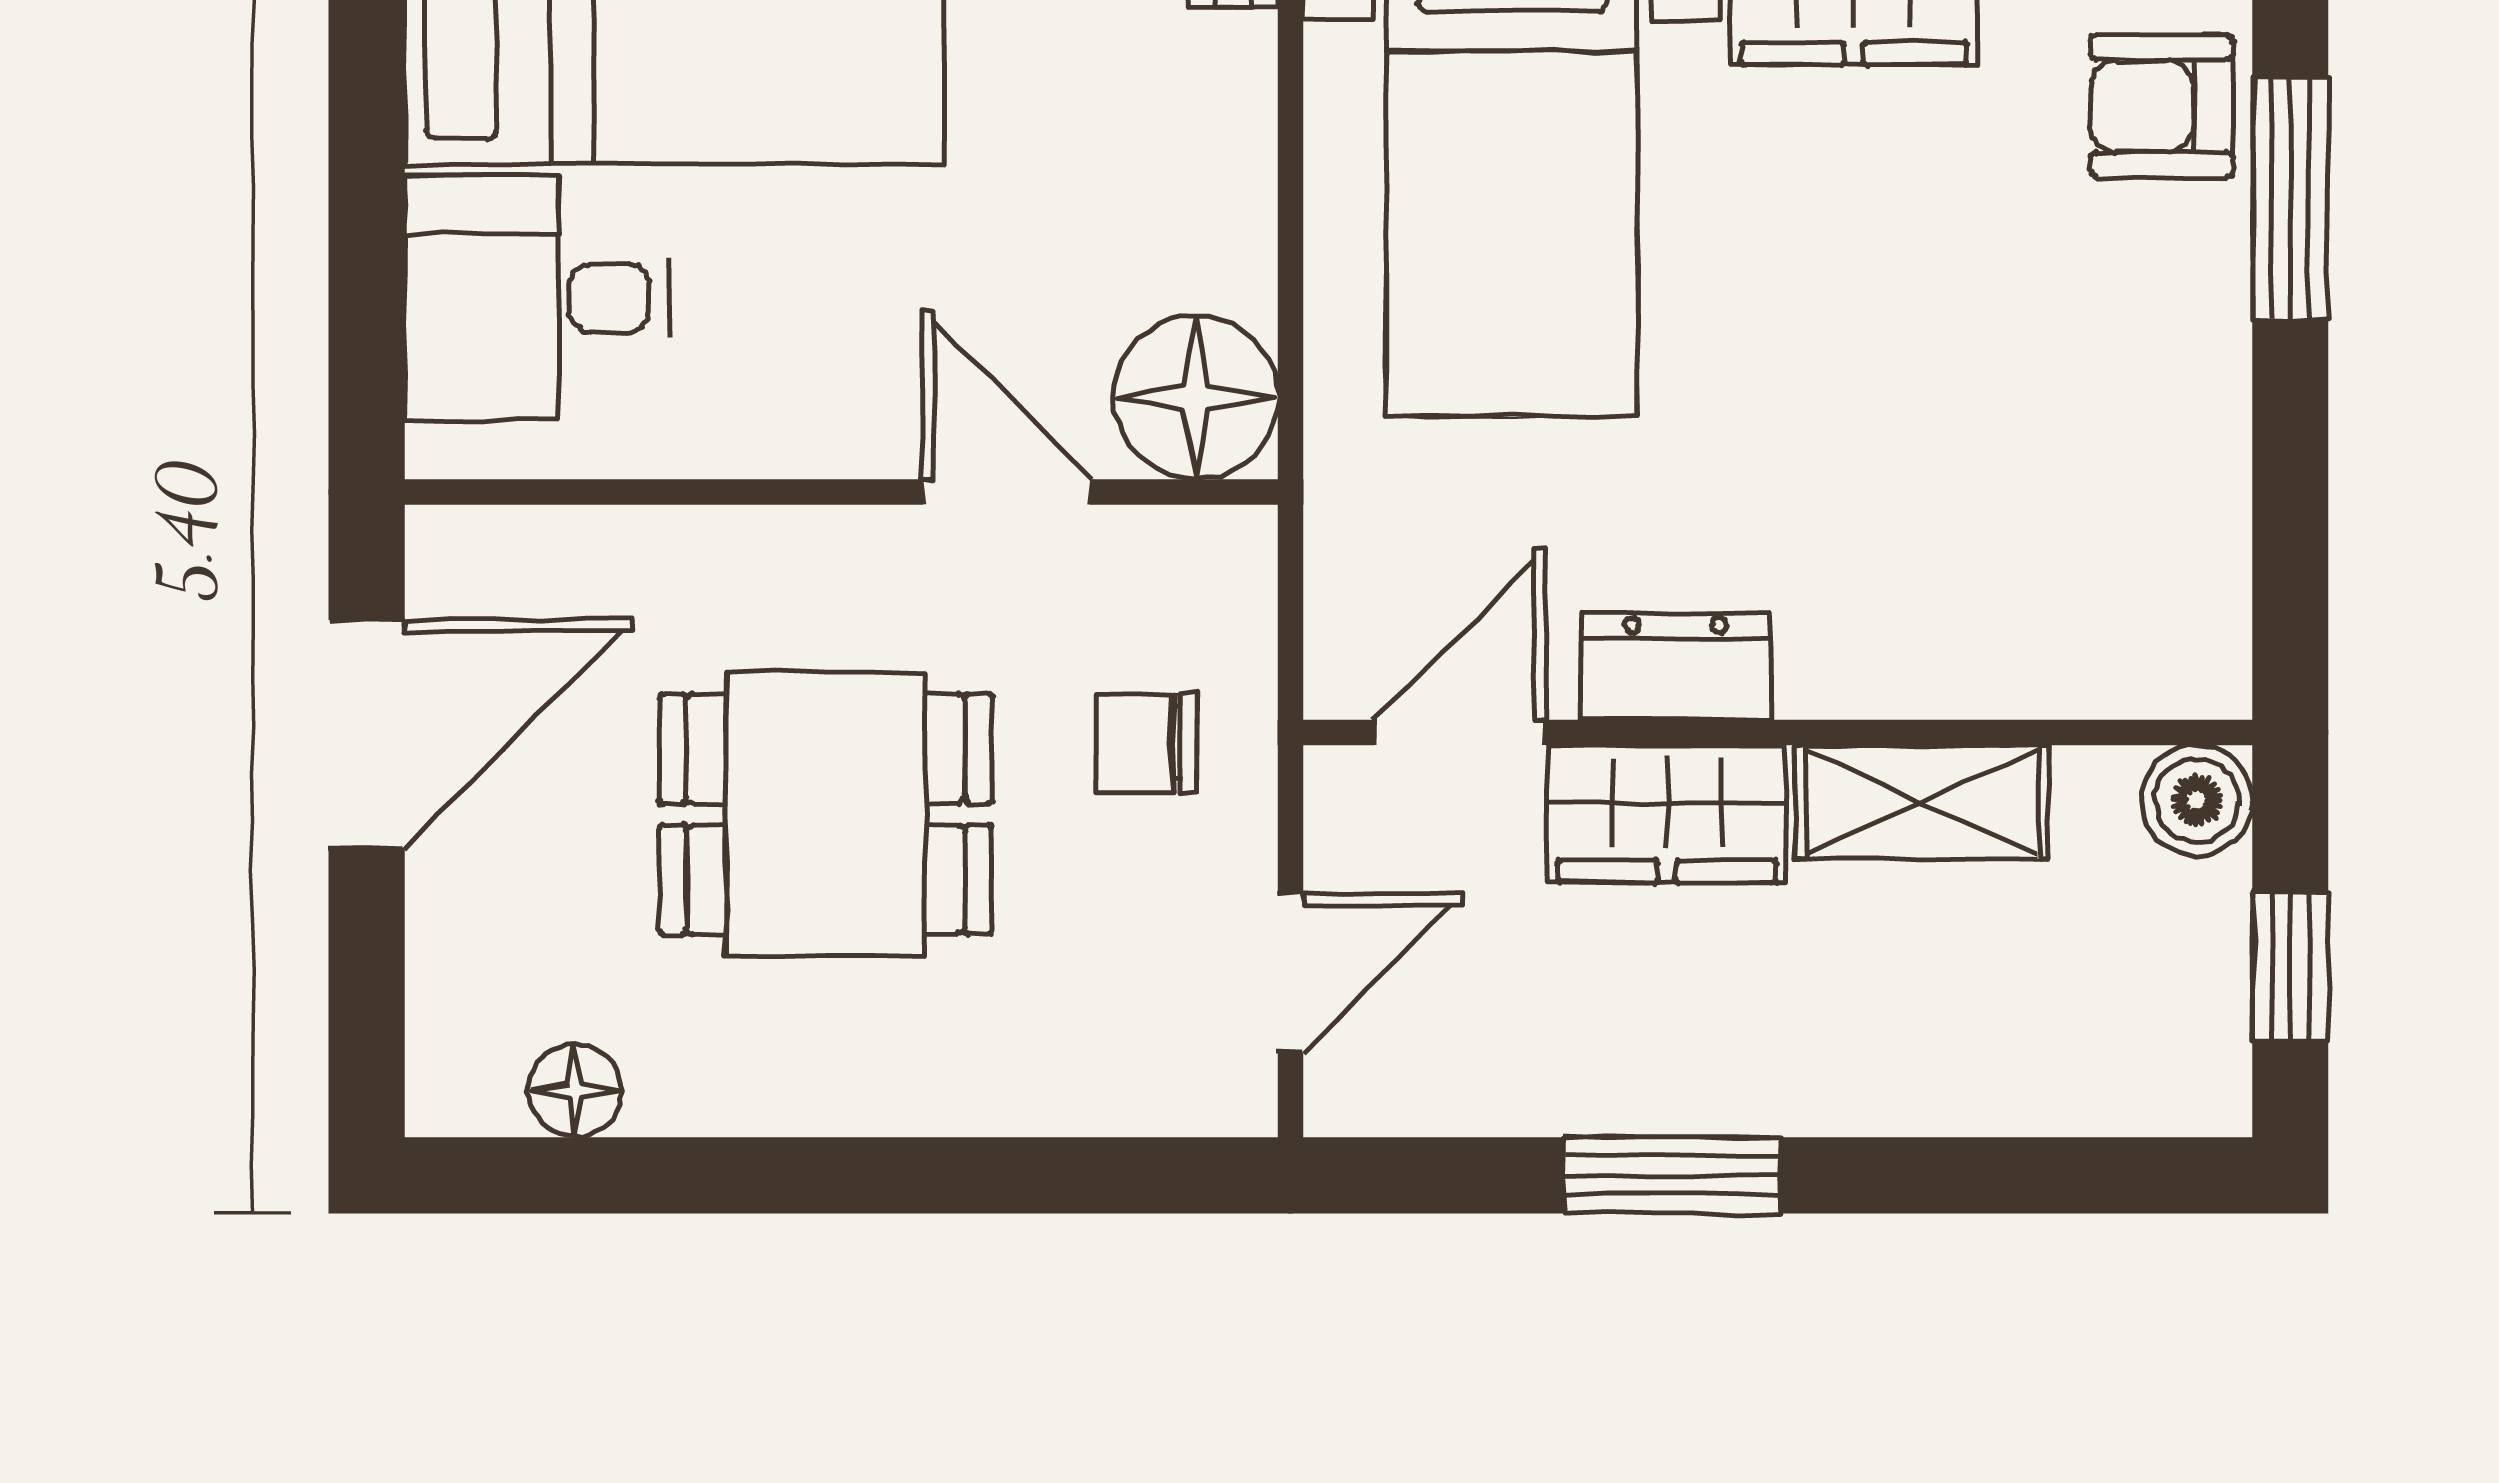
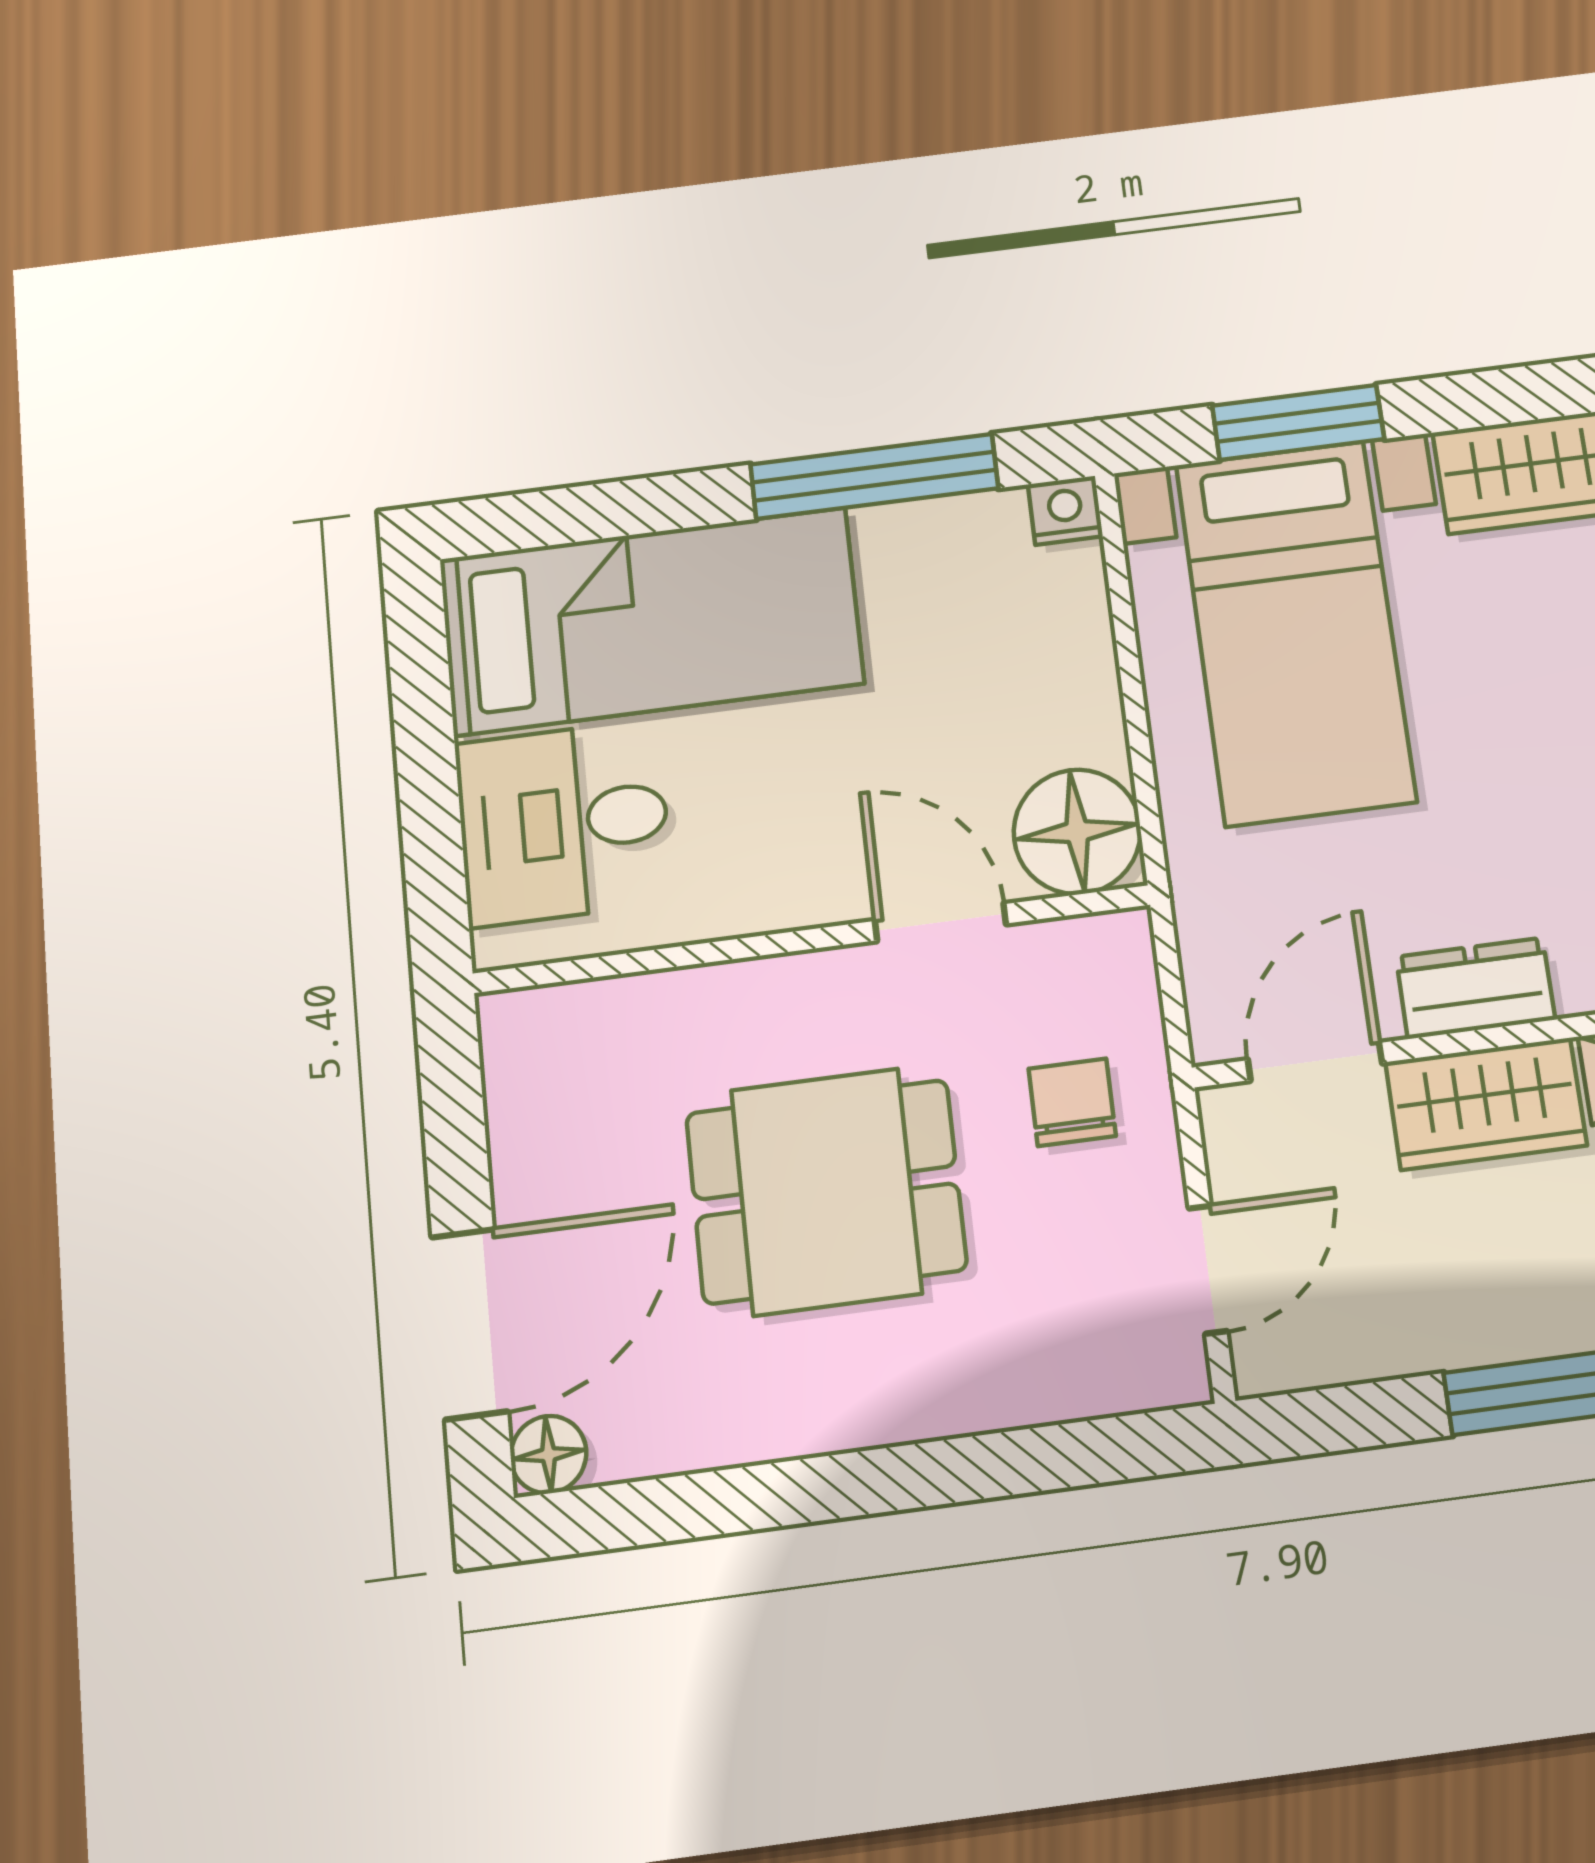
door: (367, 734) -> (470, 1324), moved
chair: (1147, 743) -> (1072, 1102), turned 90
floor lamp: (575, 1091) -> (548, 1455), moved

